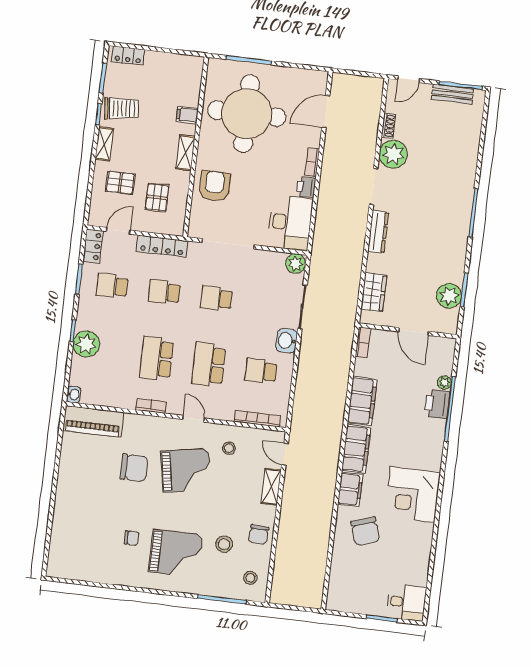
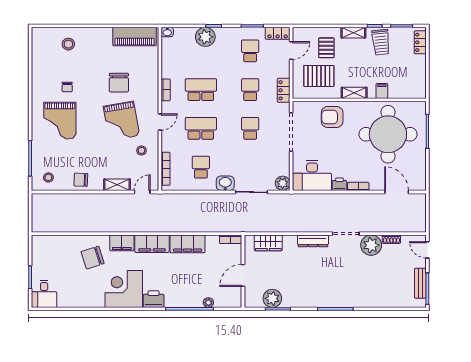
armchair: (214, 186) -> (332, 117), turned 180
pallet: (157, 197) -> (319, 76), width x1.50, depth x1.42
door: (118, 231) -> (291, 50), hinge flipped
locker: (162, 246) -> (284, 90), width x0.66
printer: (437, 404) -> (154, 299), moved
piano: (93, 421) -> (135, 37), moved, turned -90
stool: (224, 544) -> (68, 44), moved

